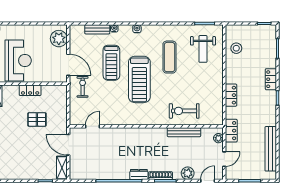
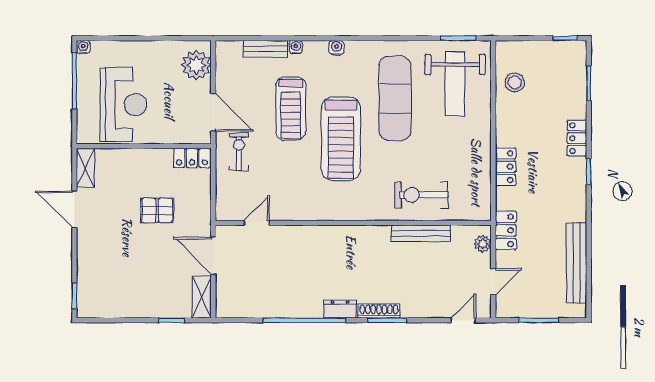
weight bench: (203, 49) -> (455, 84), width x1.36, depth x1.33
exercise mat: (169, 57) -> (395, 98), width x1.36, depth x1.45
locker: (30, 90) -> (192, 158), moved
plant: (188, 173) -> (428, 307), removed

